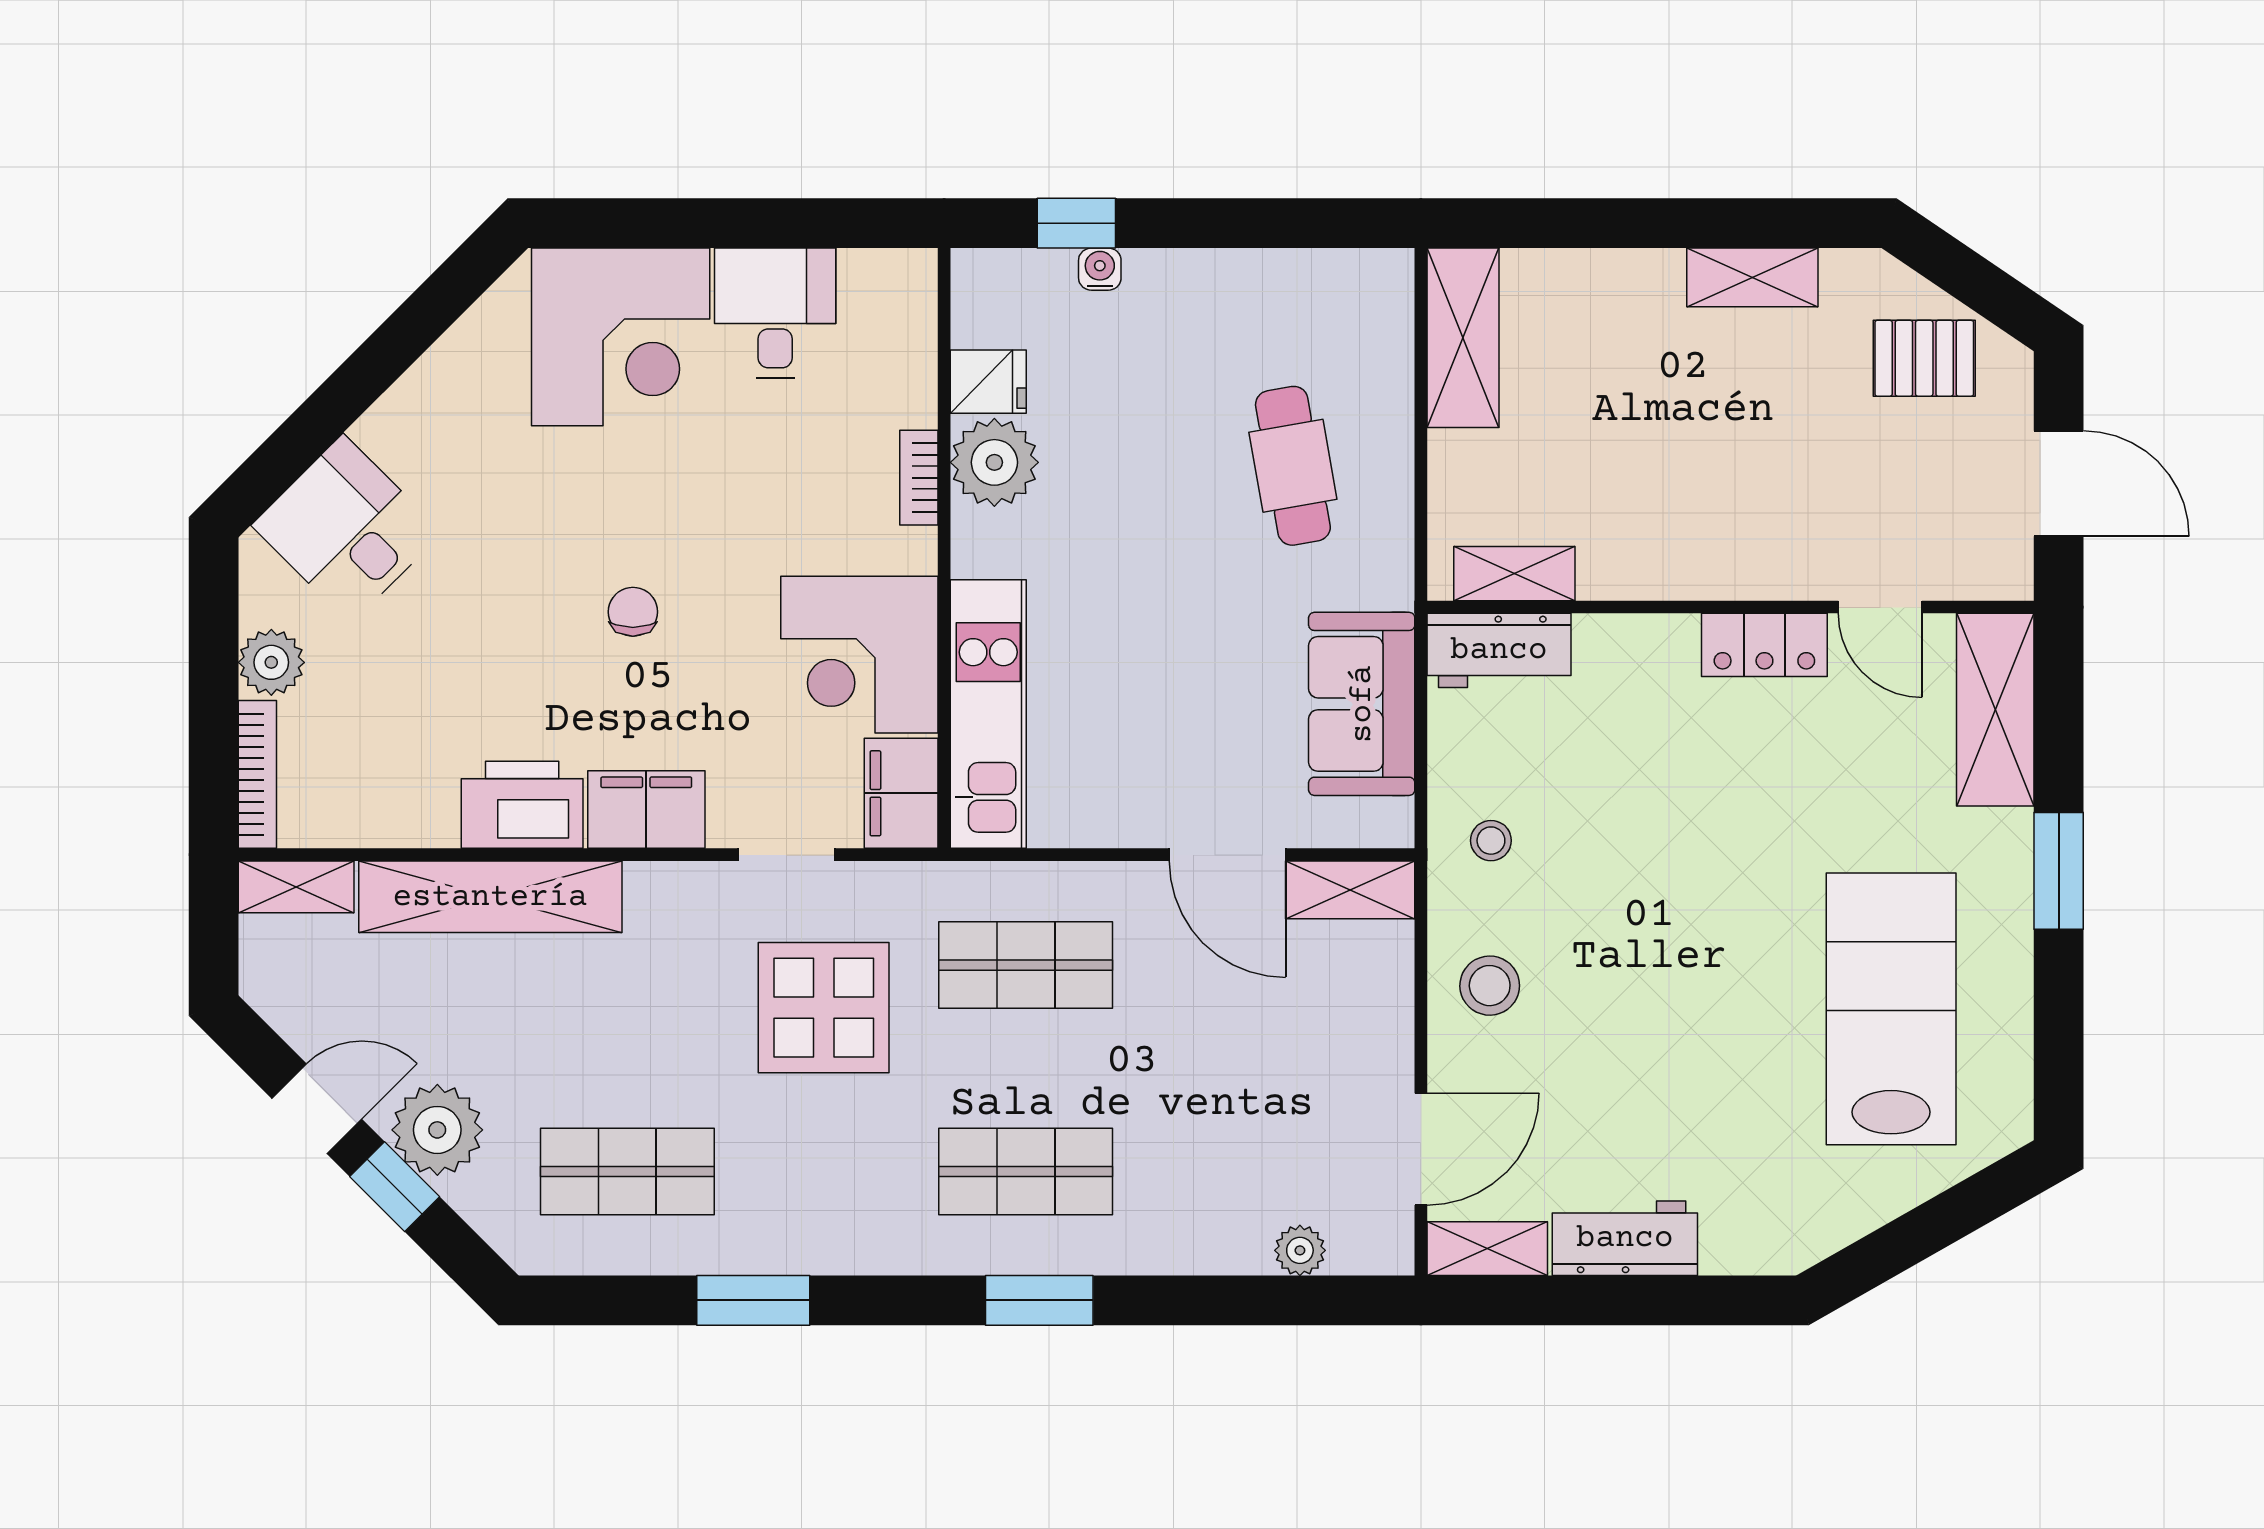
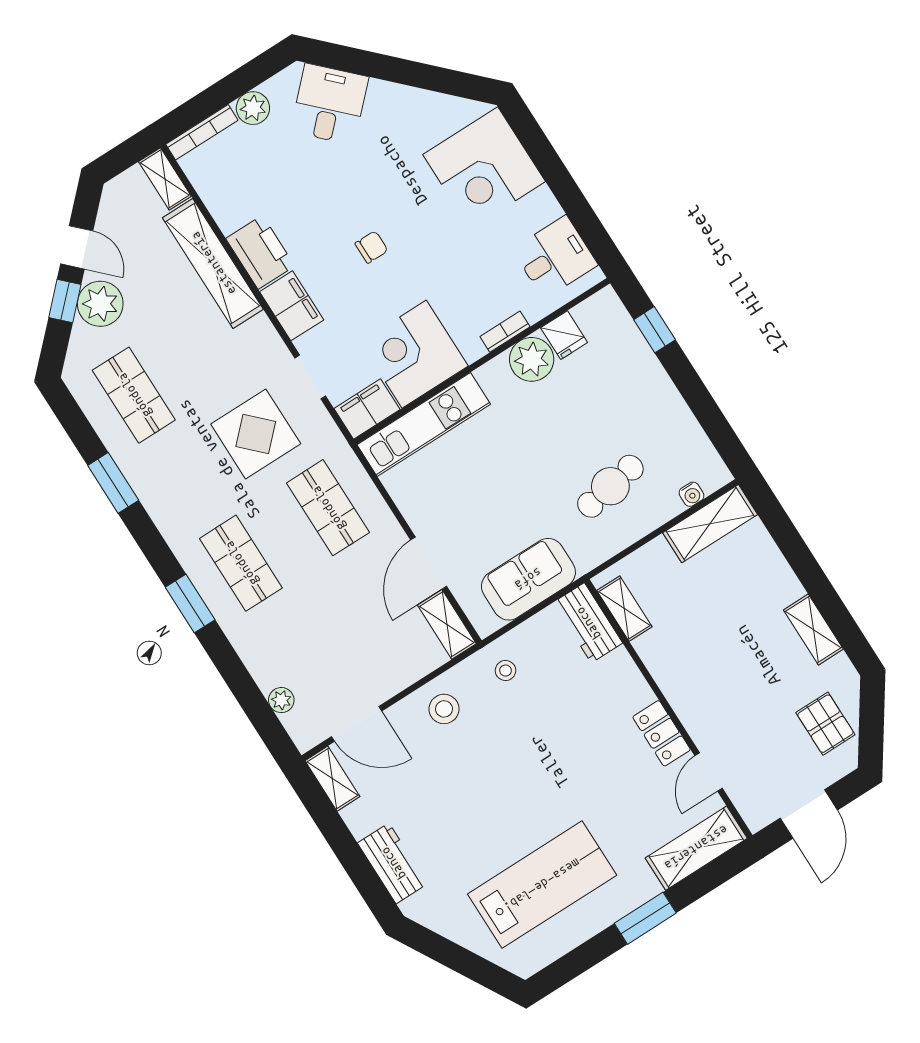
water cooler: (1100, 269) -> (691, 494), moved, turned 90
desk: (775, 313) -> (555, 257), moved
workbench: (1625, 1238) -> (393, 863), moved

